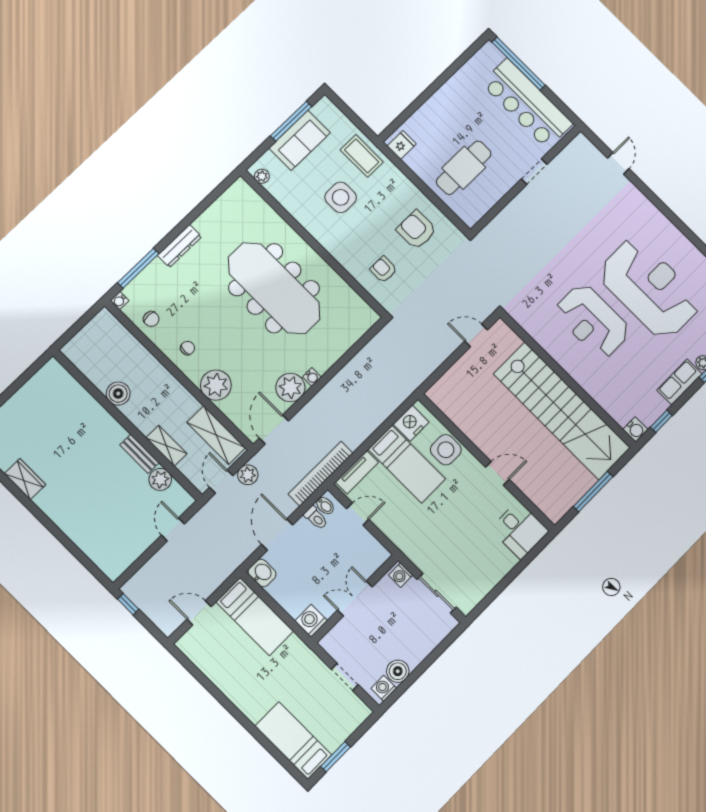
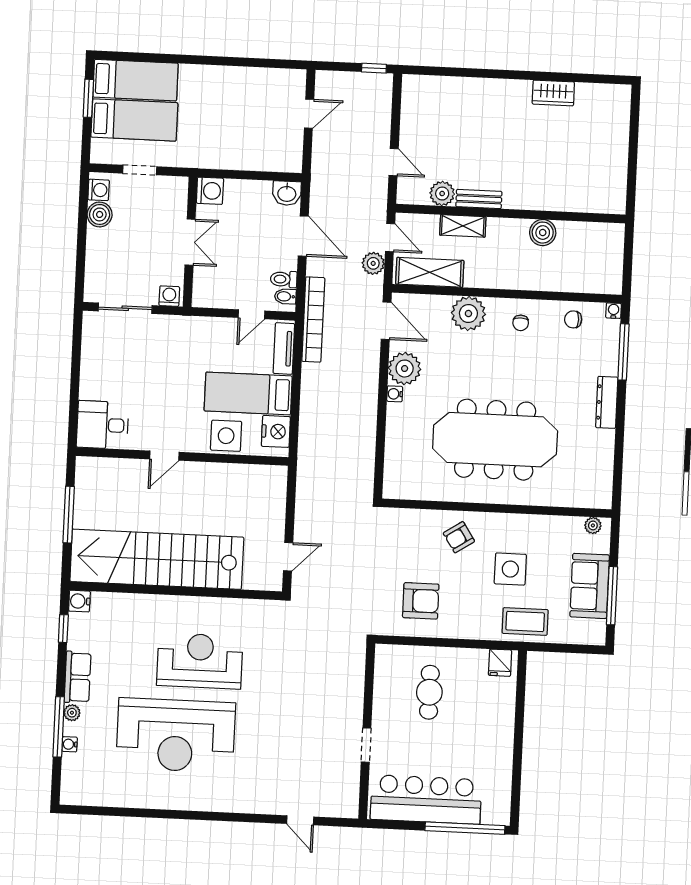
cafe table: (464, 168) -> (429, 692), width x0.73, depth x0.74
armchair: (383, 269) -> (459, 537), moved, turned 146
bed: (255, 616) -> (134, 120), moved, turned 180

